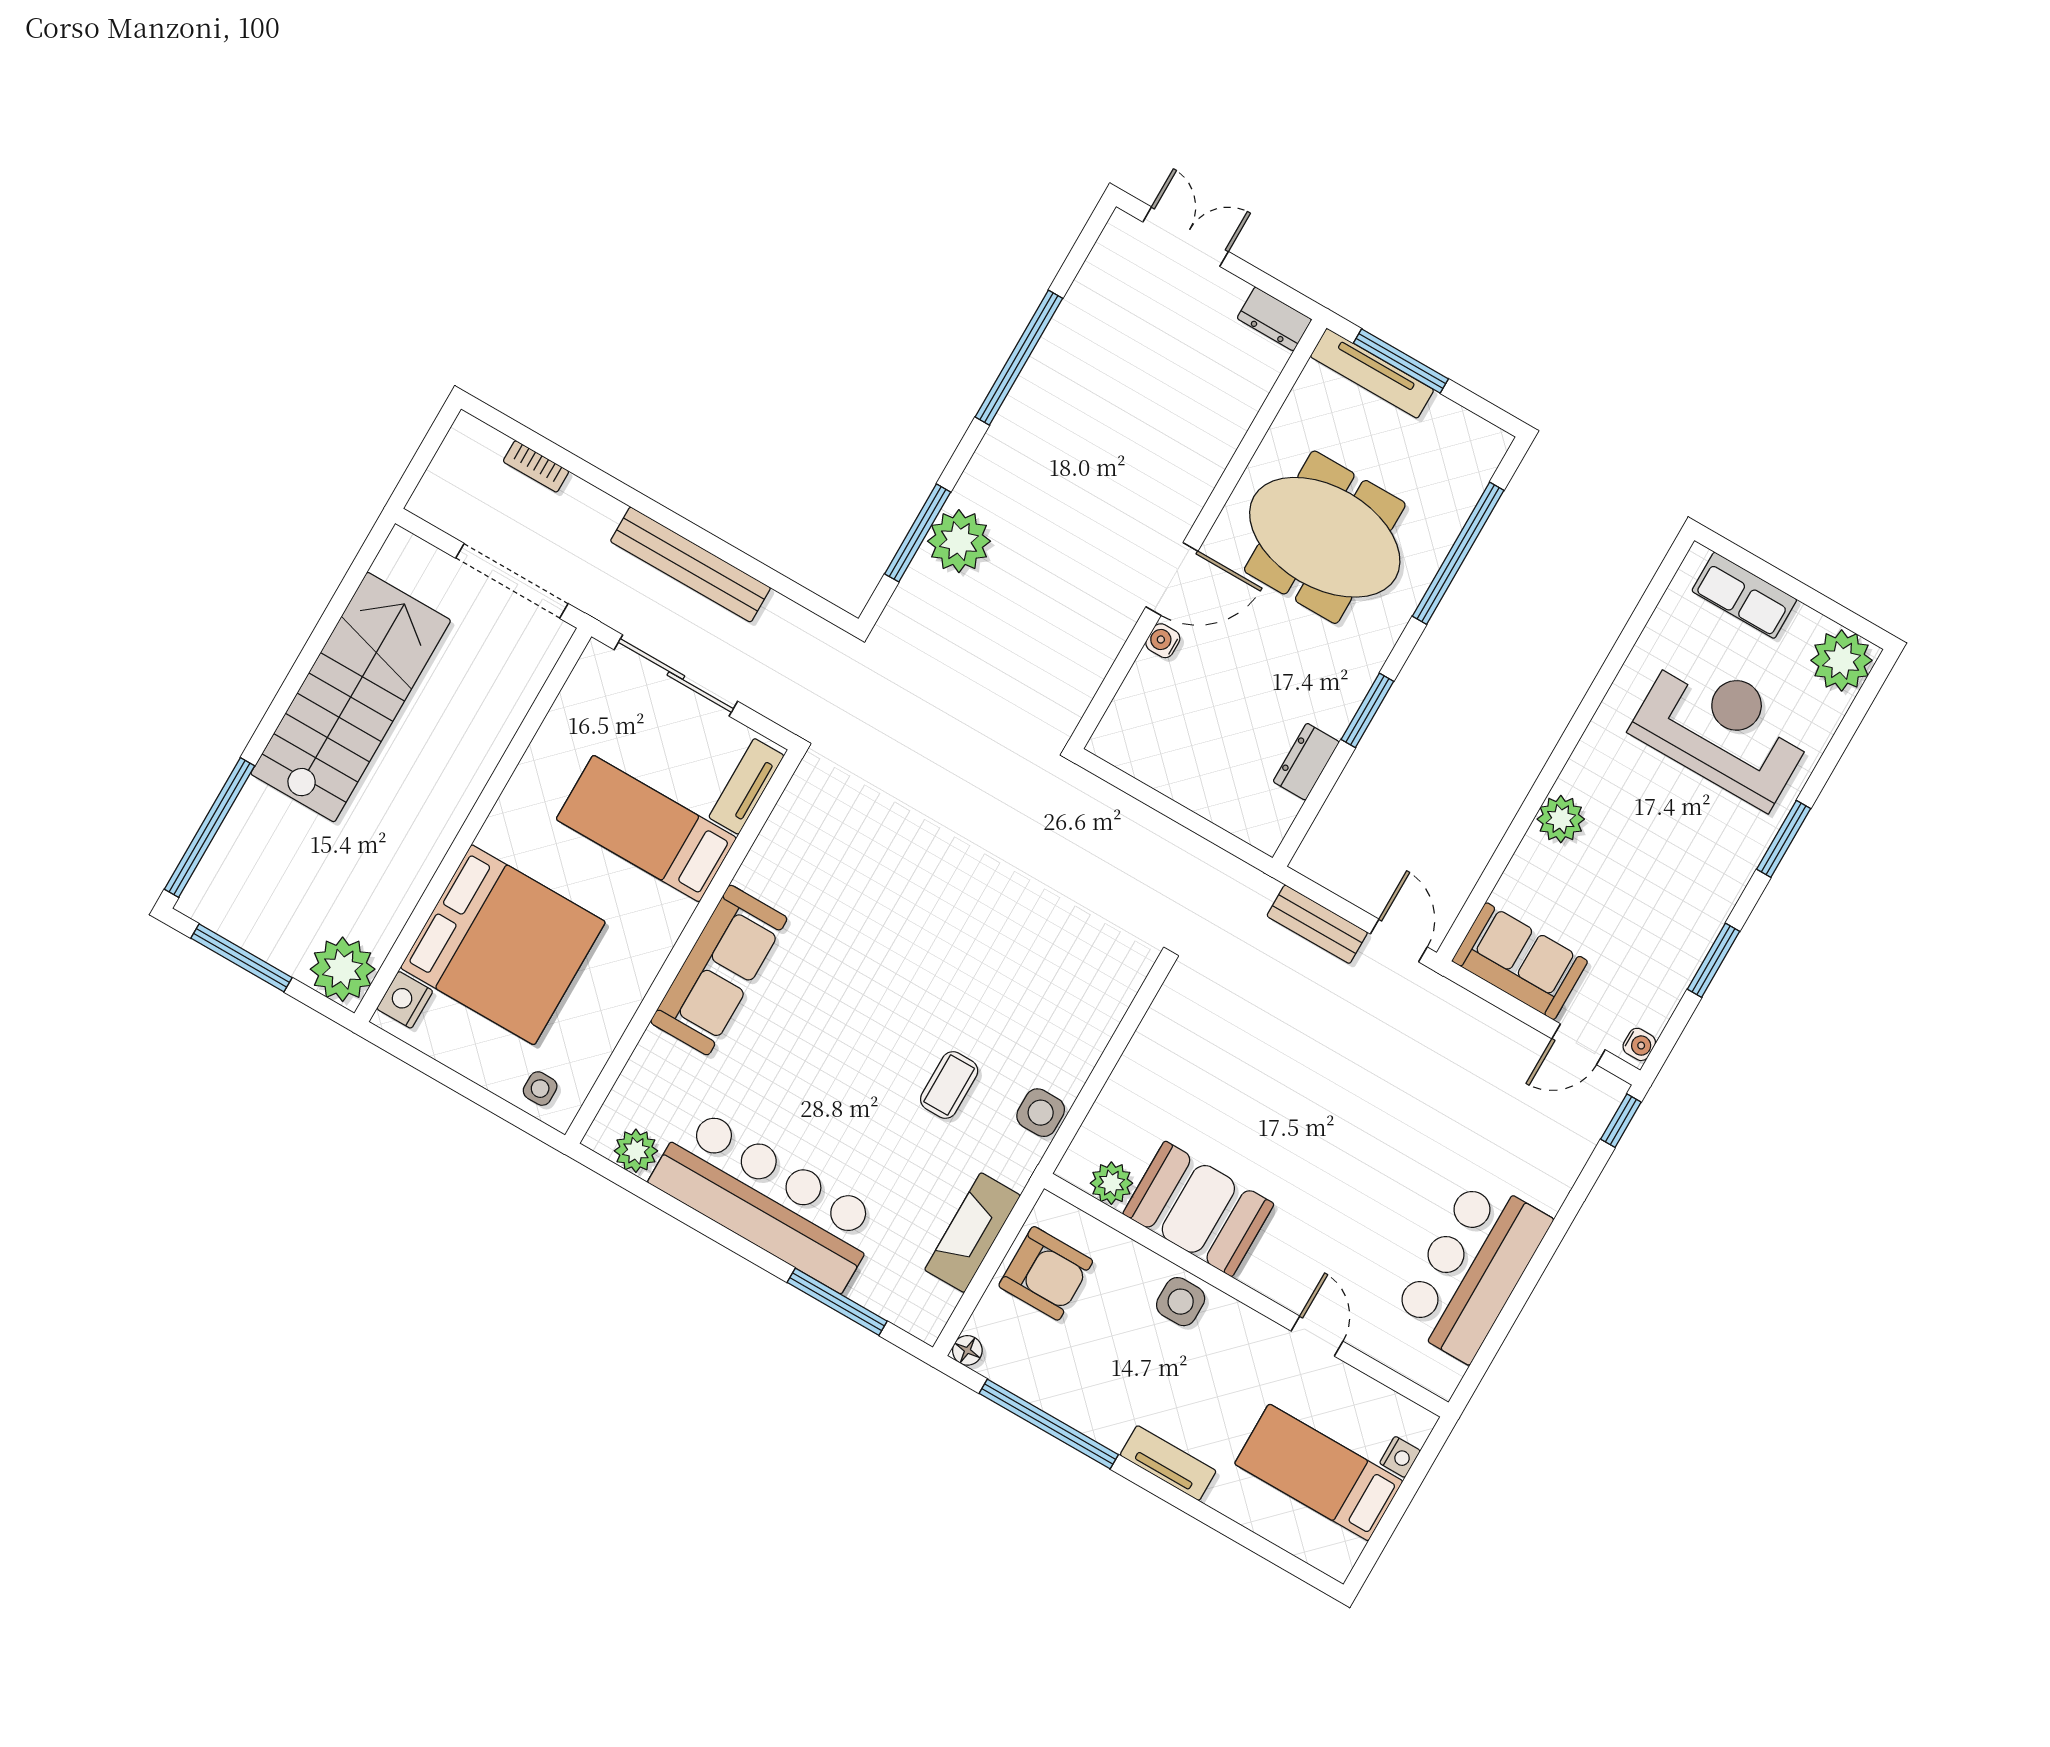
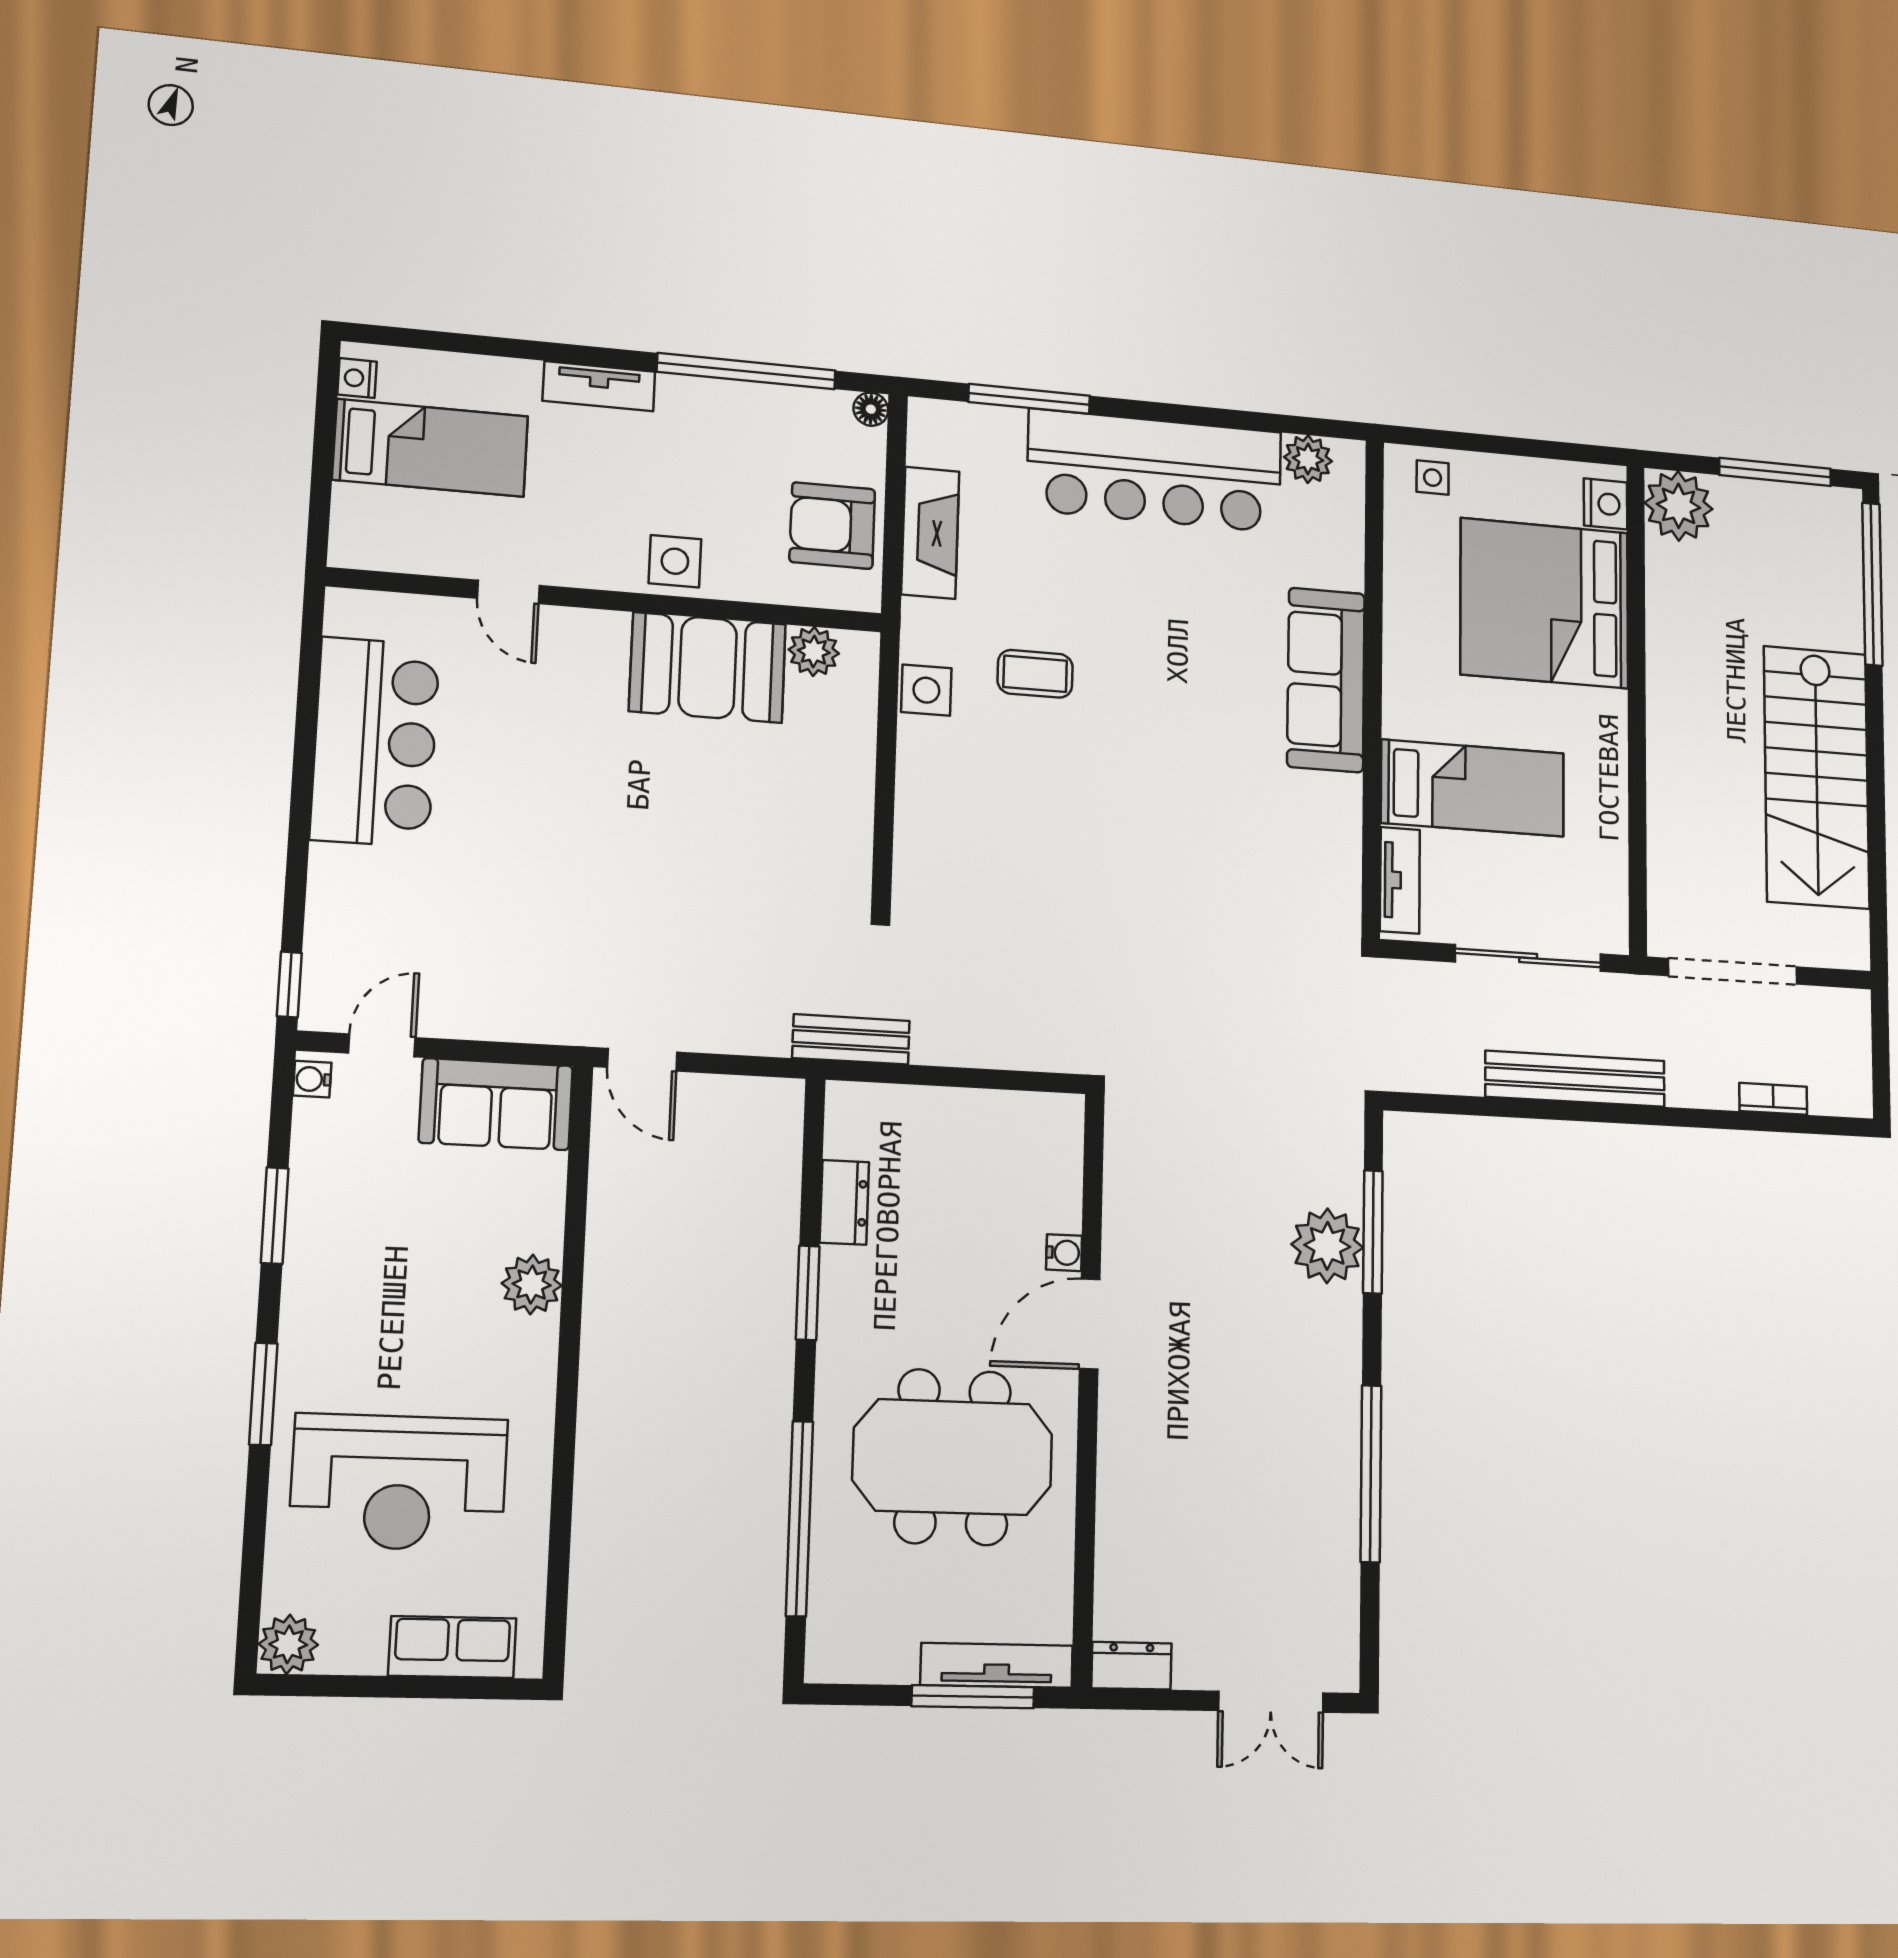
plant: (1842, 660) -> (288, 1644), width x0.73, depth x0.73
bench: (1317, 924) -> (851, 1039), moved
coffee table: (949, 1085) -> (1035, 674), turned 90
nightstand: (1400, 1457) -> (357, 378), moved

